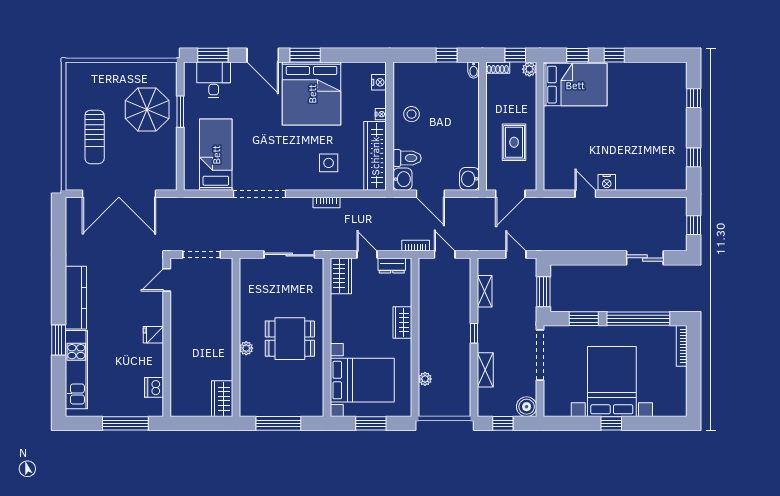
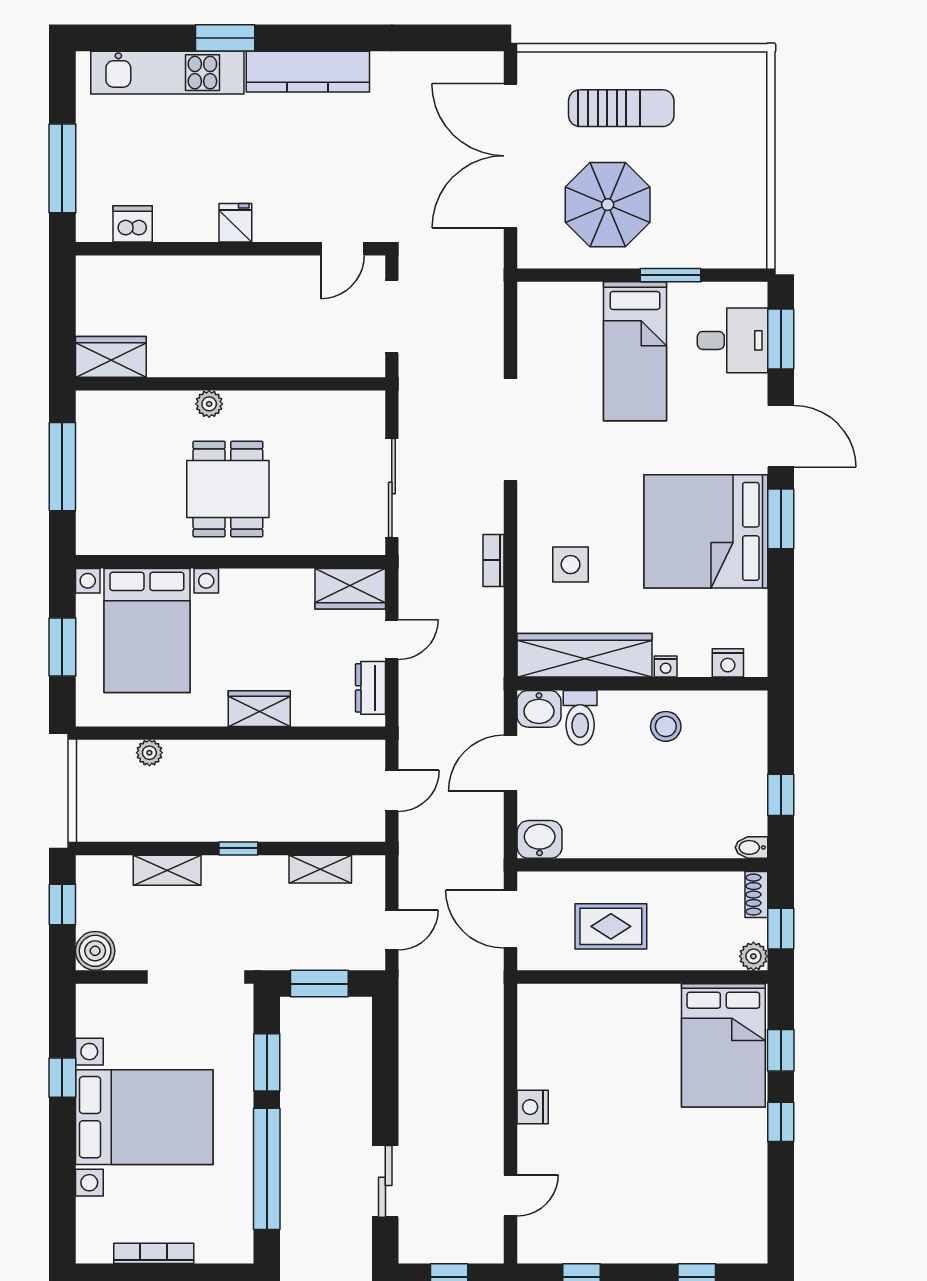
door: (263, 55) -> (781, 436), swing flipped
parasol: (147, 109) -> (608, 205), moved
sun lounger: (95, 137) -> (621, 108), turned 180
bed: (216, 155) -> (635, 351), moved, turned 90
door: (585, 194) -> (511, 1195), moved
bookcase: (416, 246) -> (409, 734), removed
door: (167, 280) -> (342, 249), swing flipped
bookcase: (682, 346) -> (154, 1253), moved
window: (611, 423) -> (62, 1078), moved

